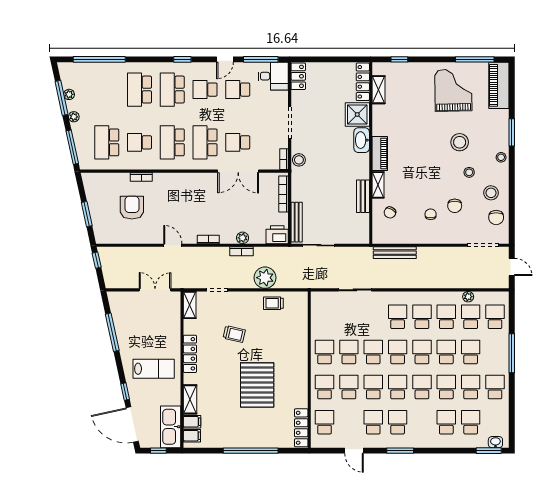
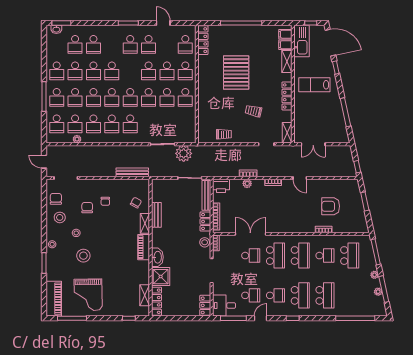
locker: (298, 187) -> (205, 222), added
armchair: (132, 208) -> (331, 206), turned 90
plant: (265, 278) -> (184, 153), moved
school desk: (398, 387) -> (57, 97), moved

